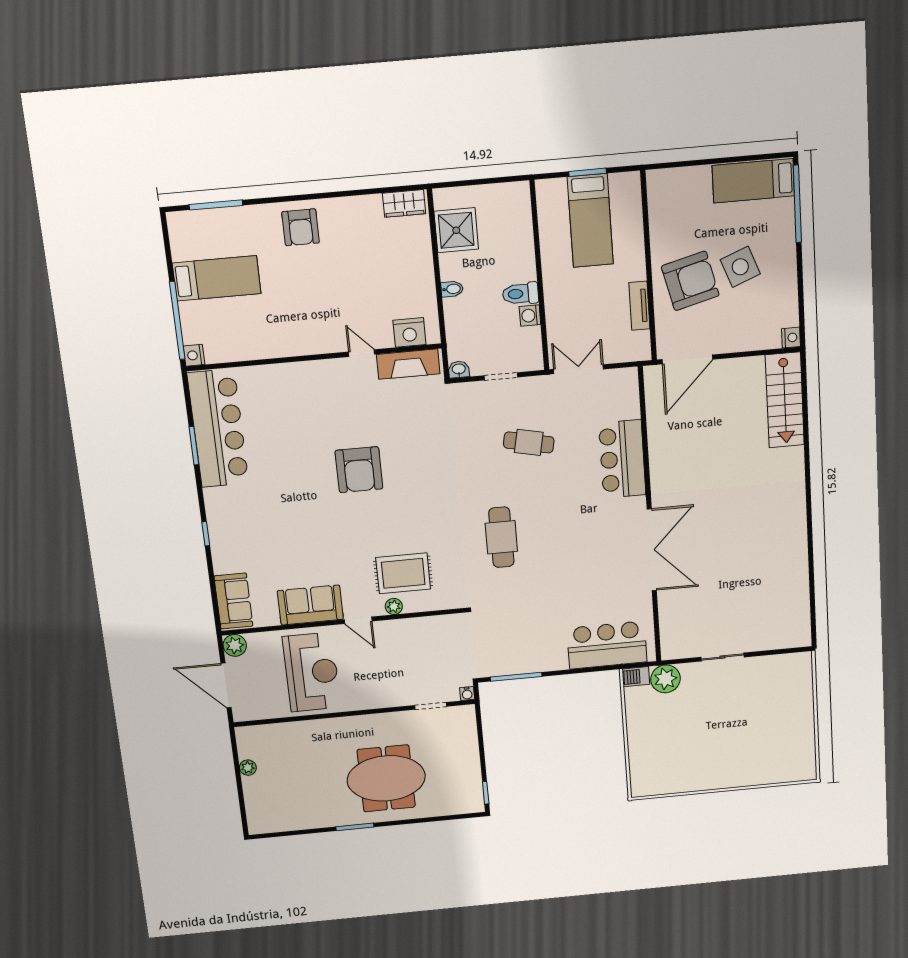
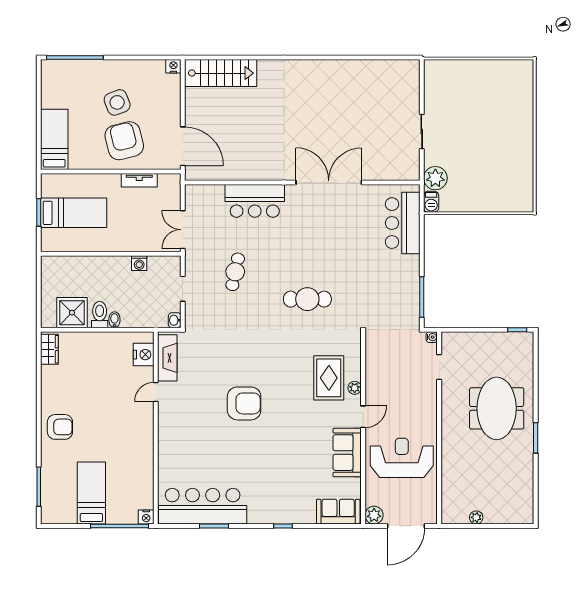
bed: (753, 181) -> (54, 139), moved, turned 180
toilet: (520, 294) -> (100, 315), moved, turned 180

